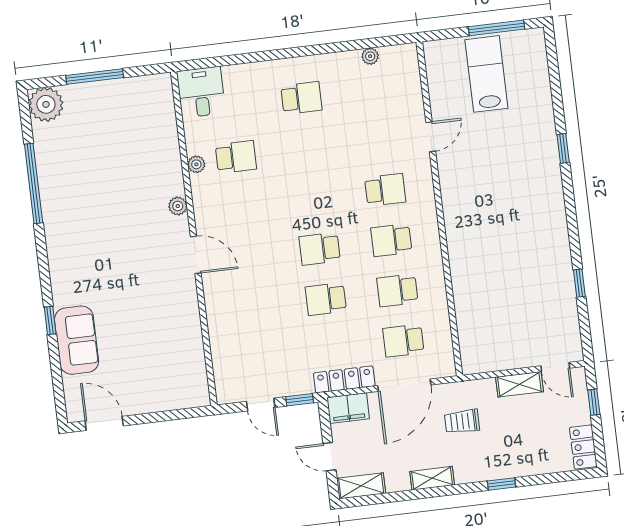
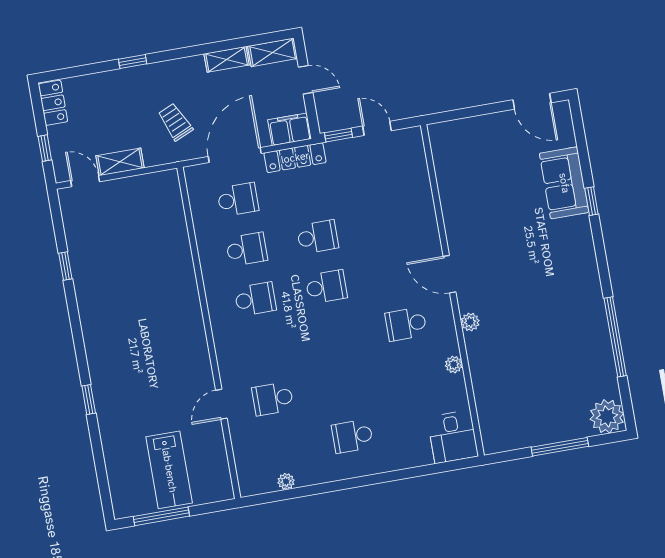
school desk: (236, 157) -> (406, 324), moved
school desk: (385, 190) -> (273, 399), moved
trolley: (462, 421) -> (175, 122), turned -114
shelving: (432, 478) -> (227, 59), moved

